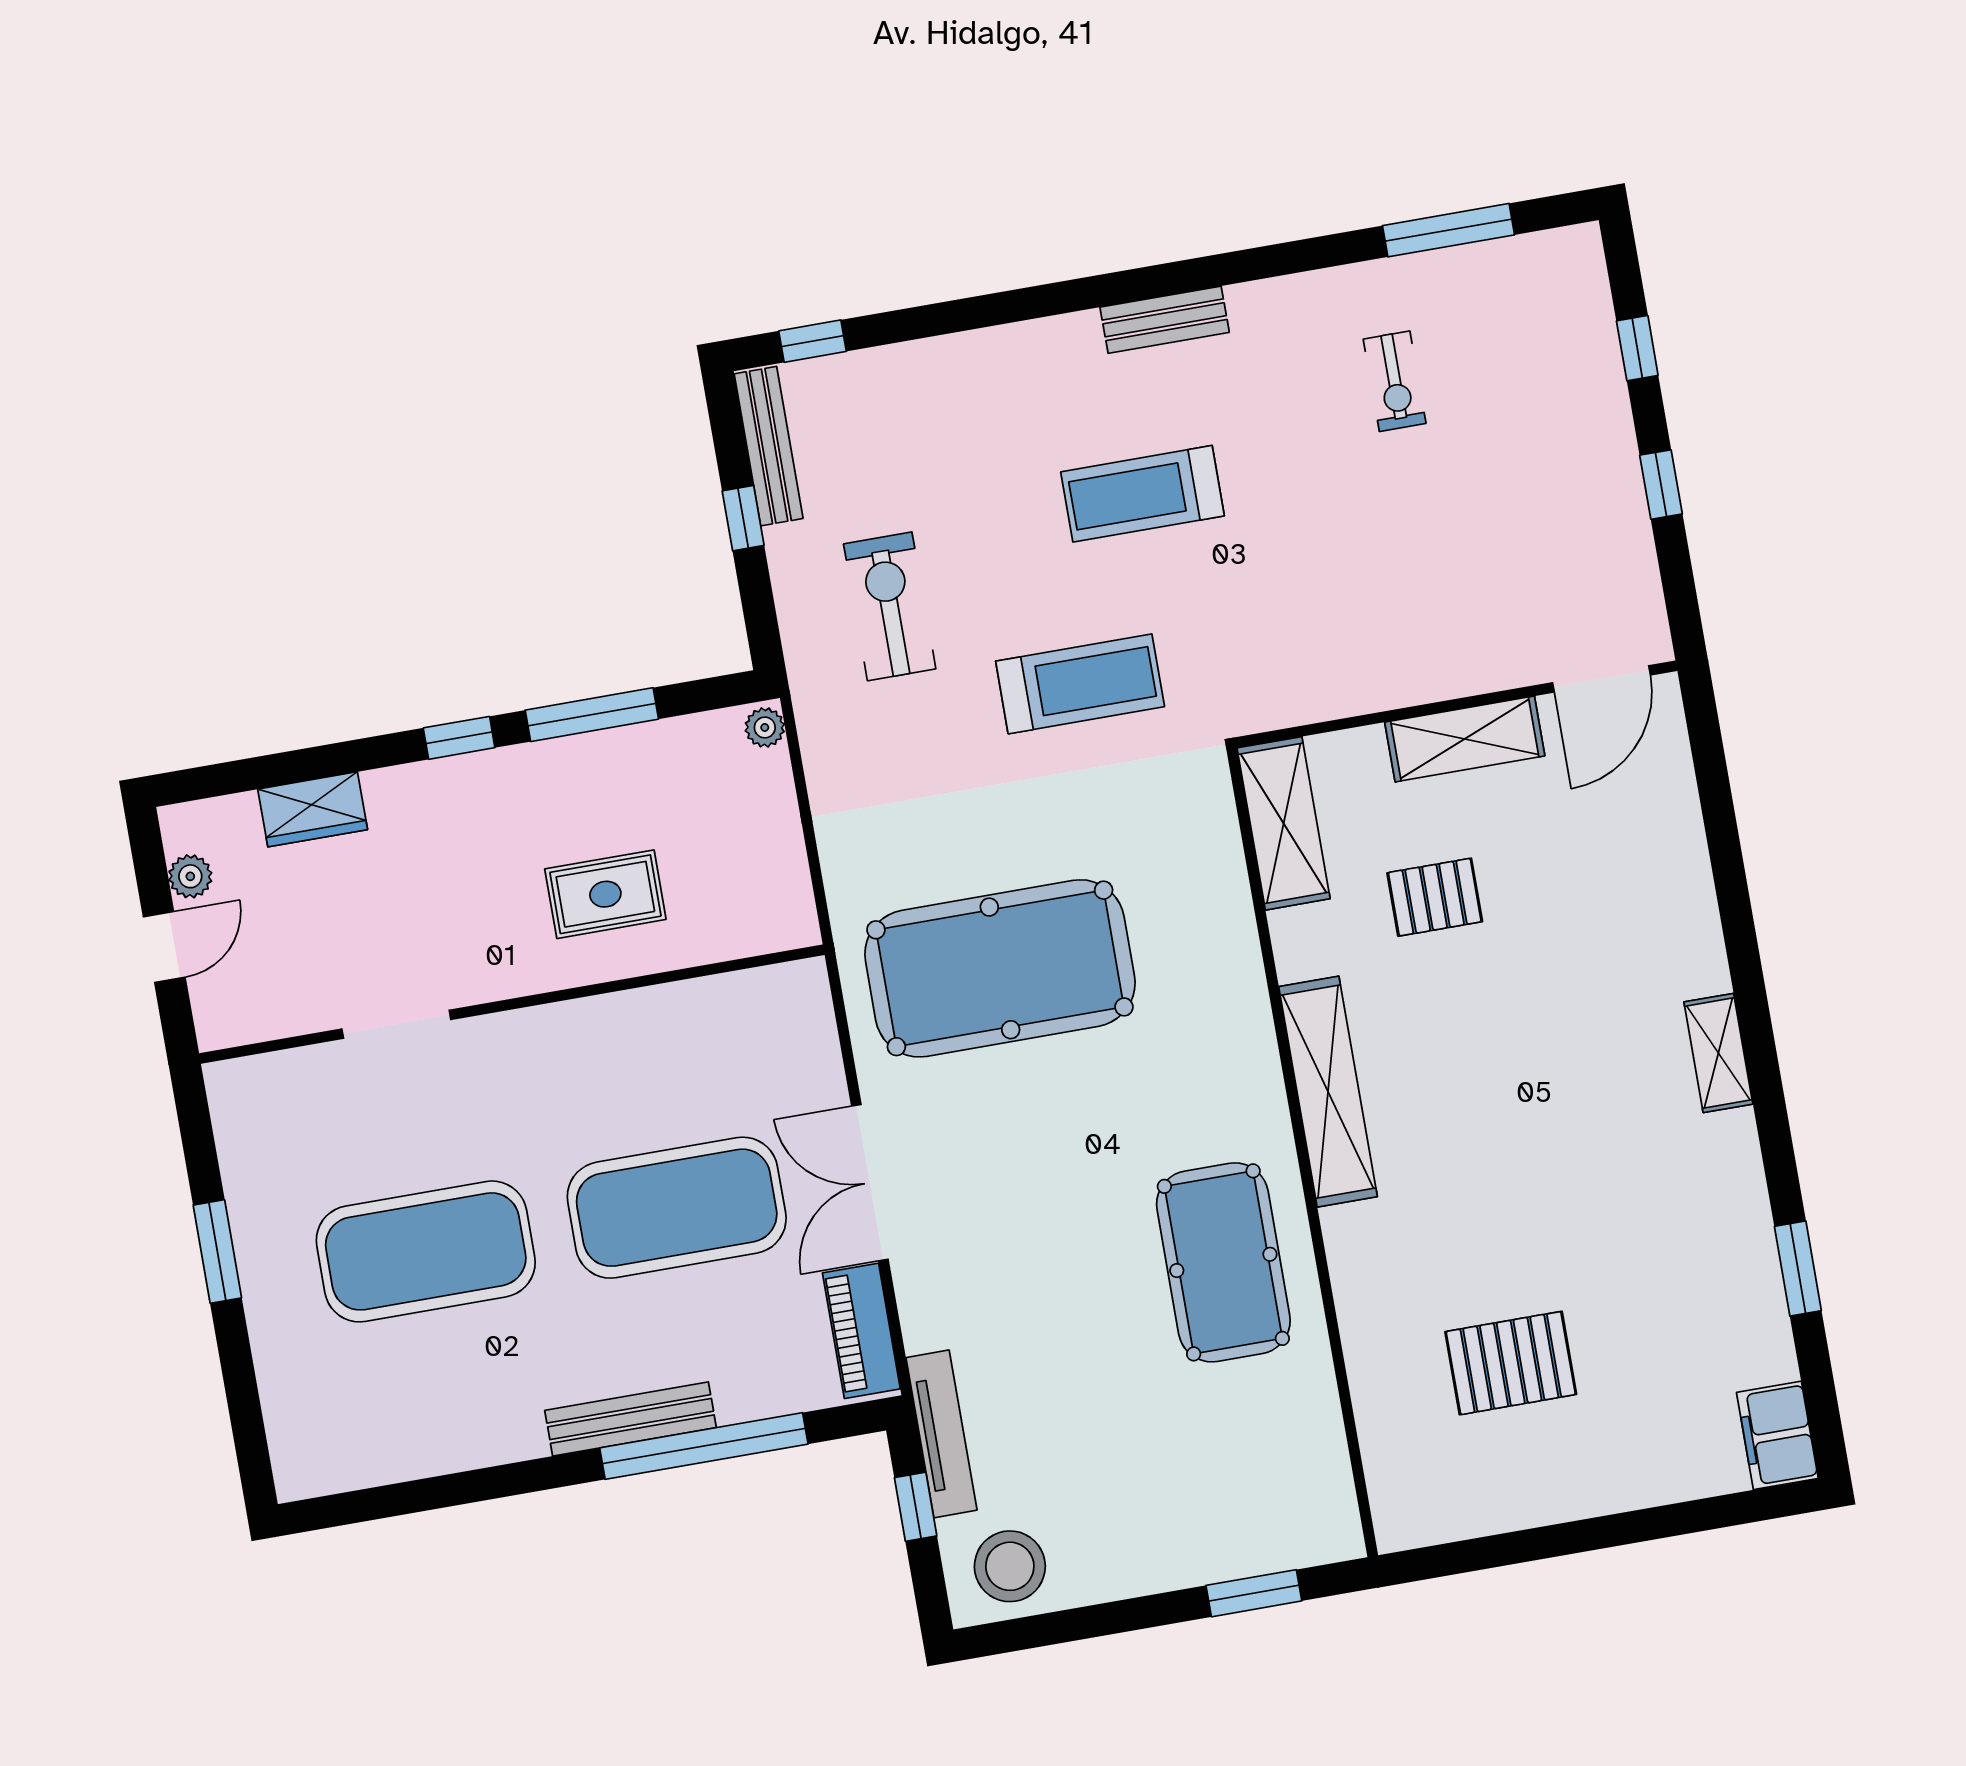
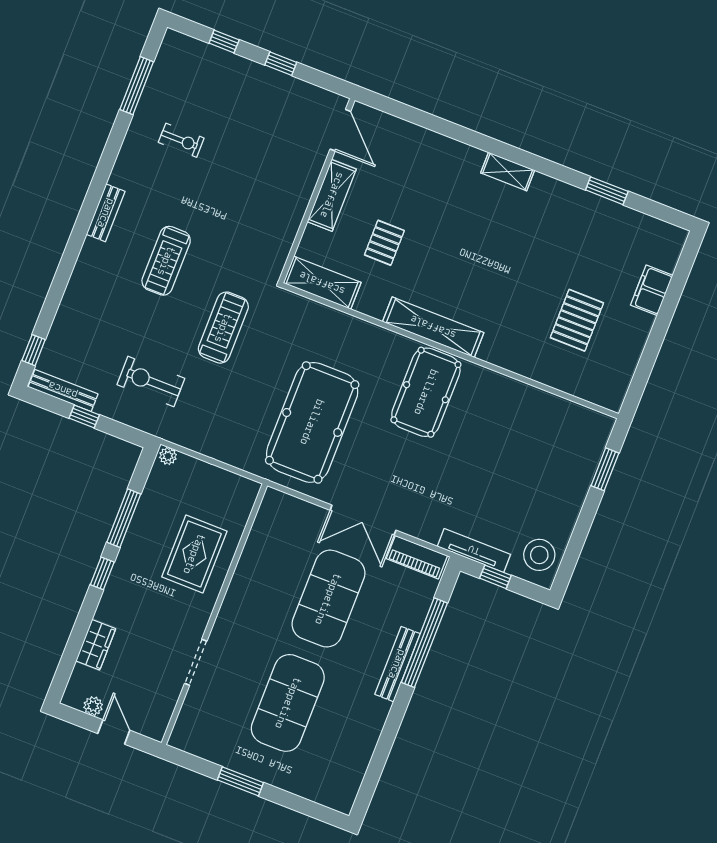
rug: (605, 894) -> (194, 554), width x1.36, depth x1.43
pool table: (1223, 1262) -> (426, 392), moved, turned 90
filing cabinet: (1777, 1435) -> (652, 290), moved, turned 90

